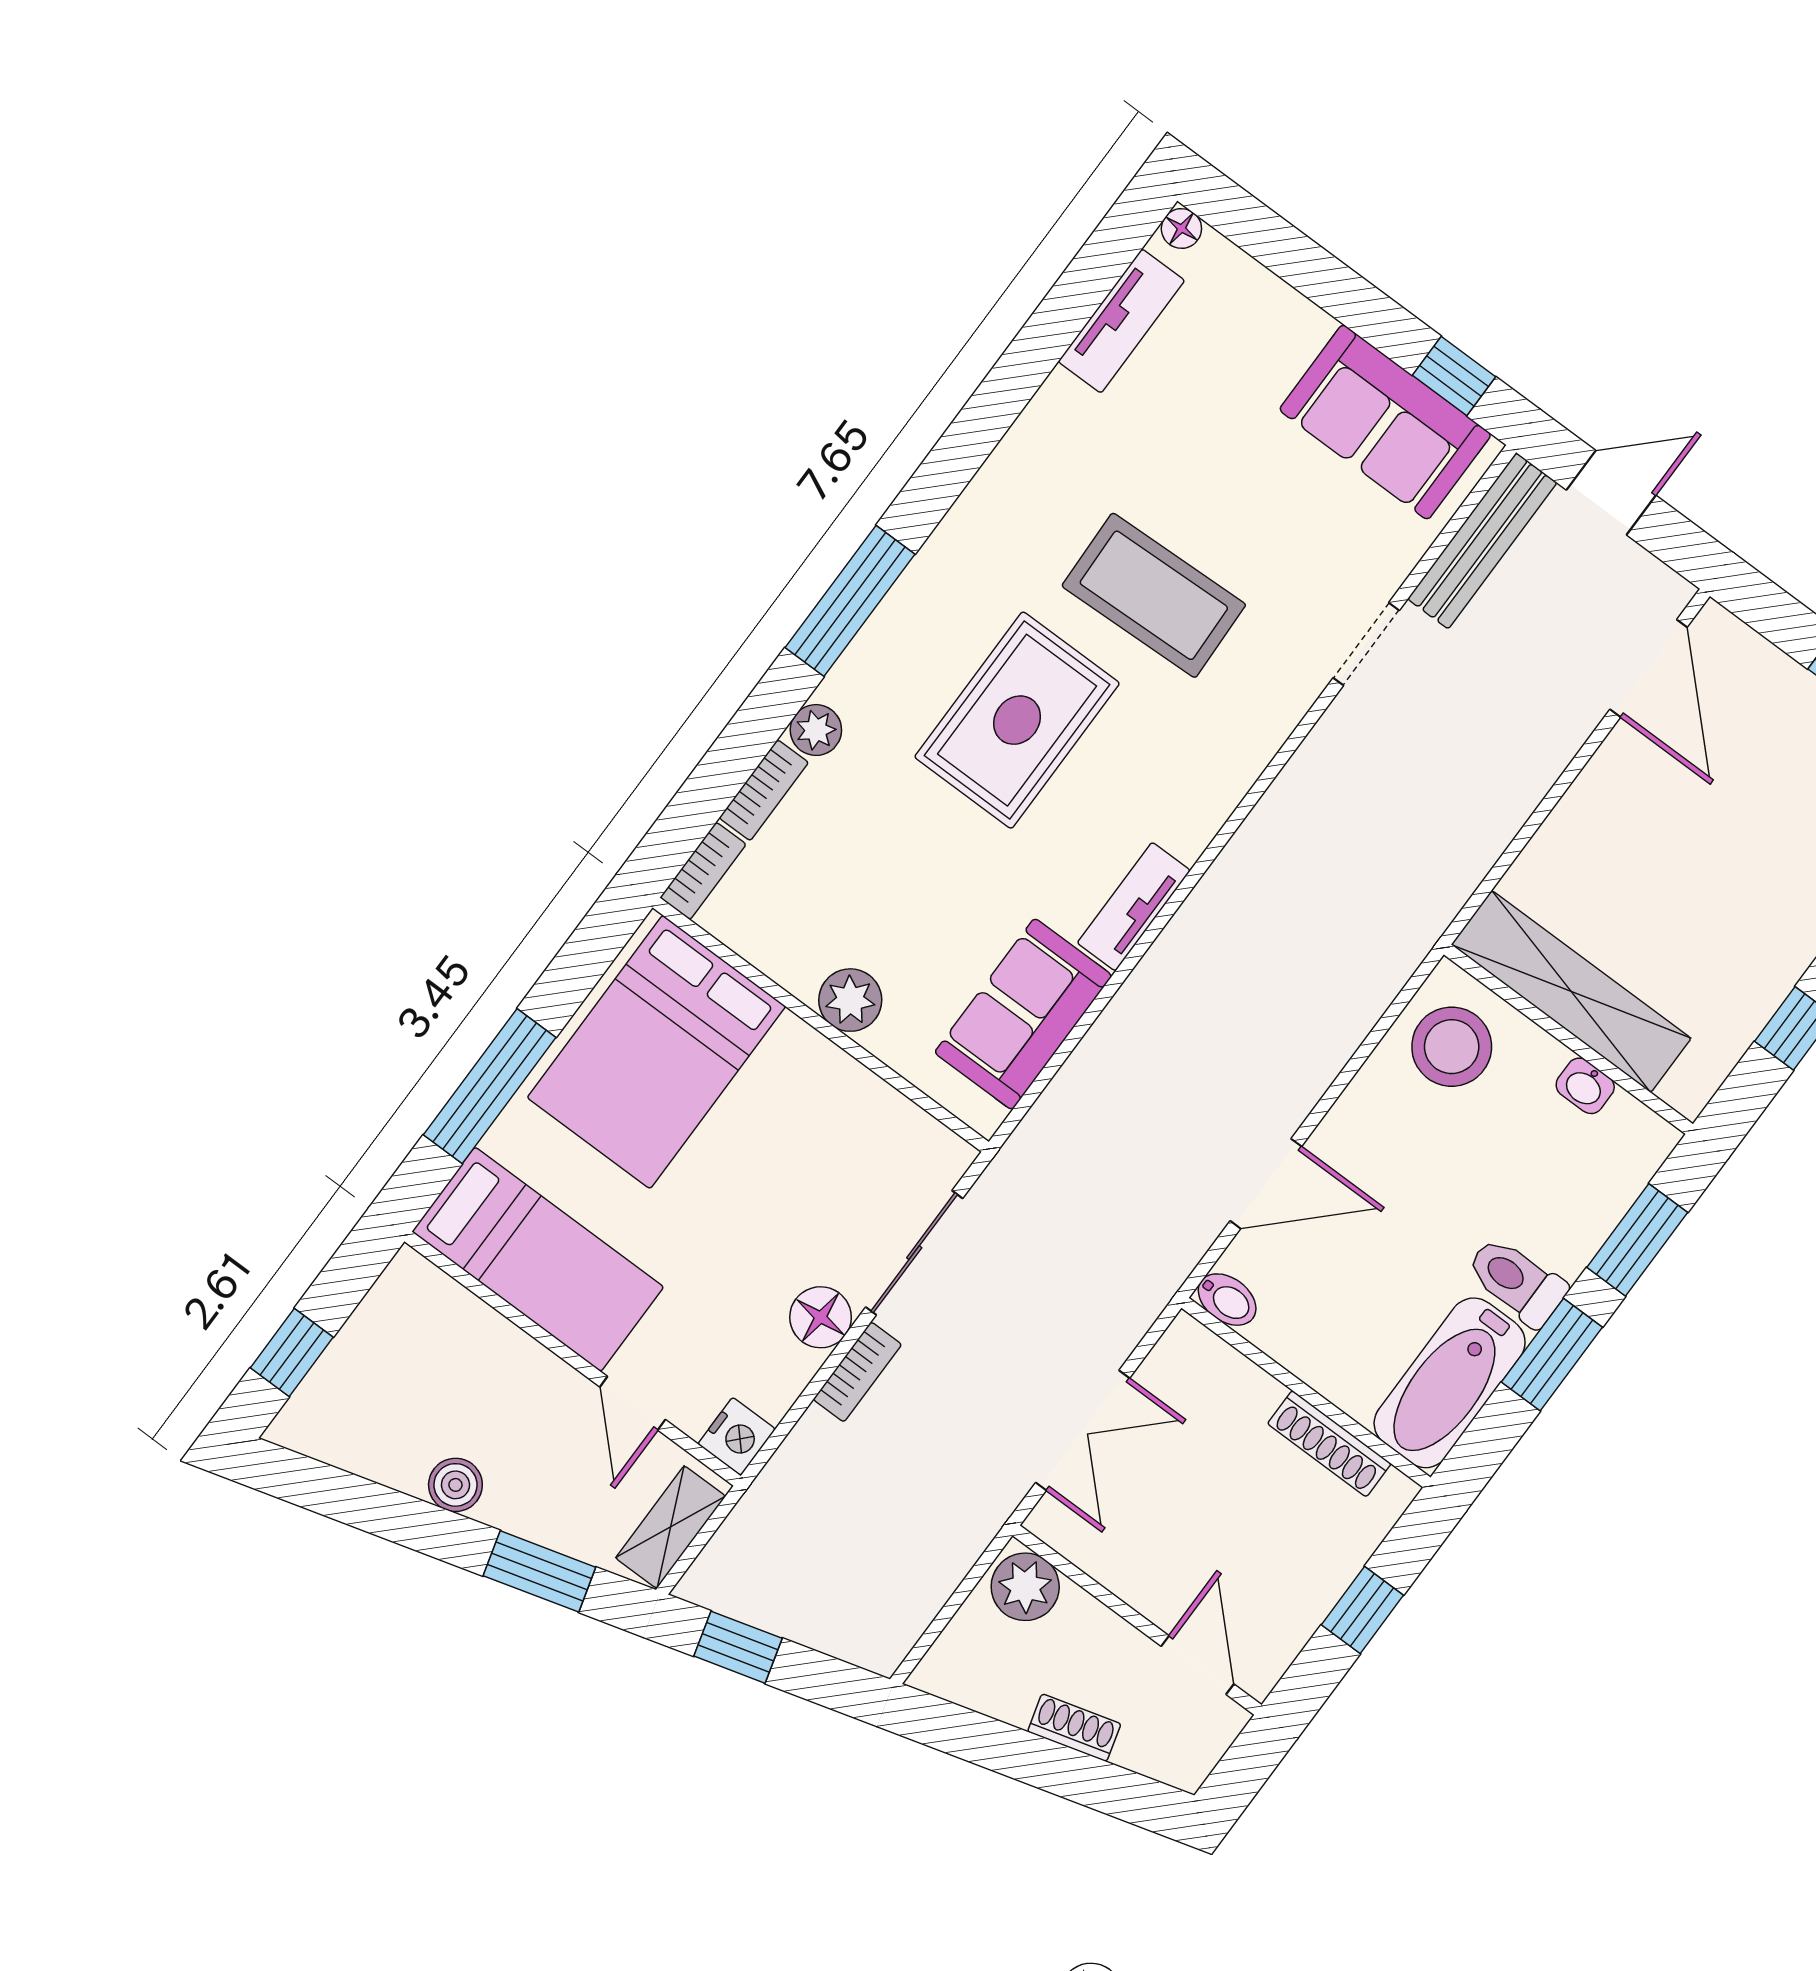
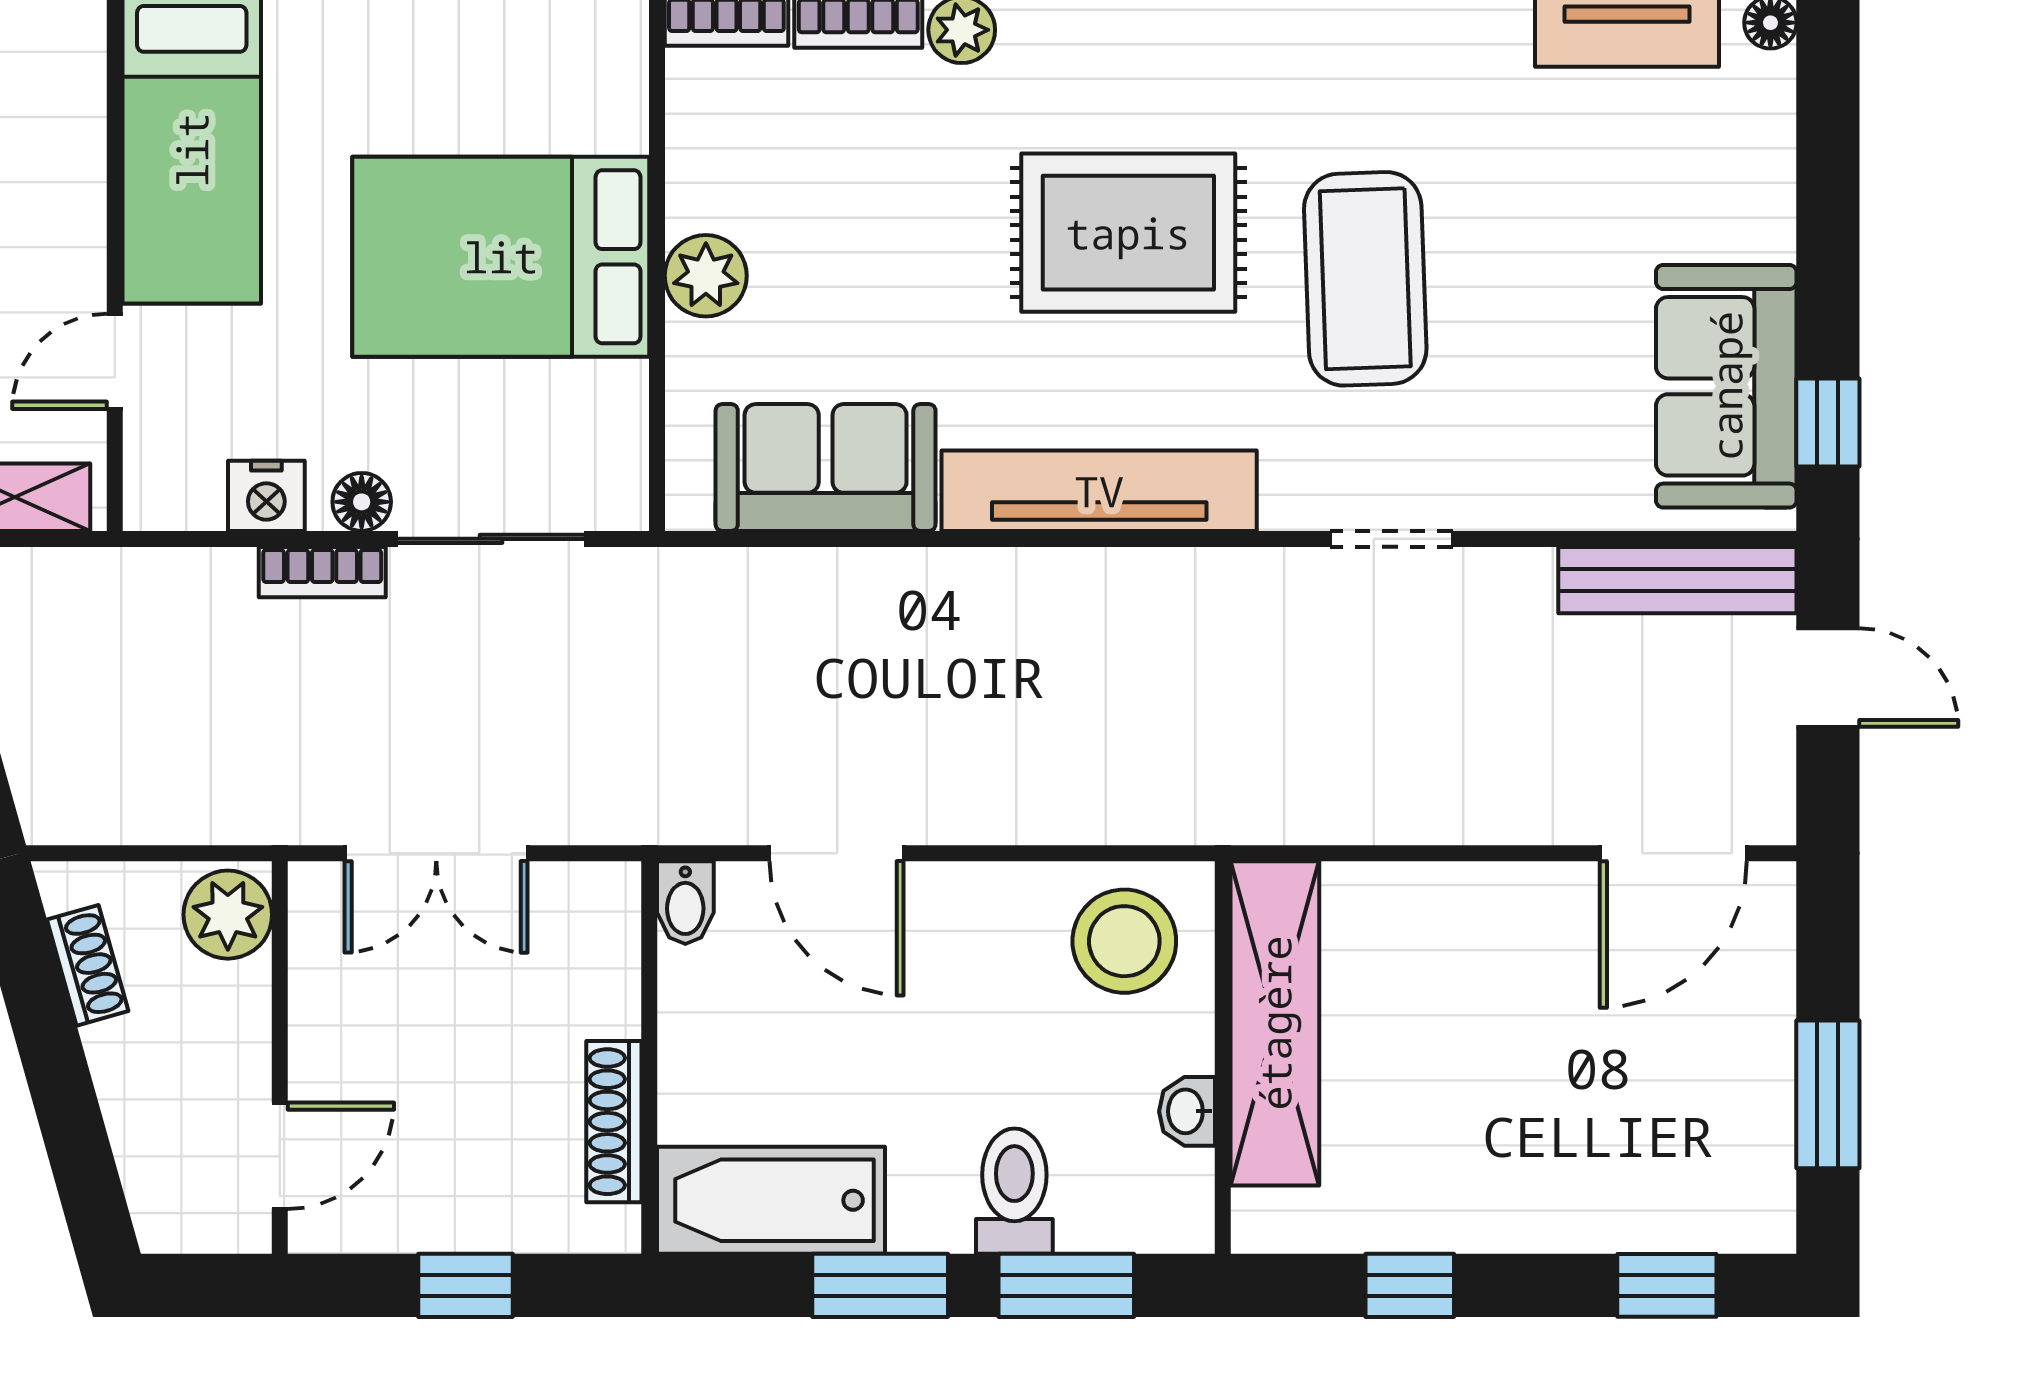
doorway: (1366, 644) -> (1391, 539), moved
tv unit: (1134, 907) -> (1099, 491), width x1.92, depth x1.29
bed: (656, 1052) -> (501, 257), moved
toilet: (1516, 1281) -> (1014, 1191), moved
floor lamp: (821, 1317) -> (362, 502), width x0.73, depth x0.73
nightstand: (737, 1436) -> (266, 496), moved
shoe rack: (1074, 1728) -> (88, 965), moved

